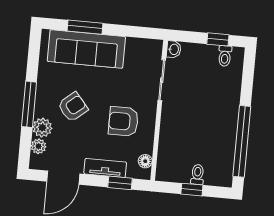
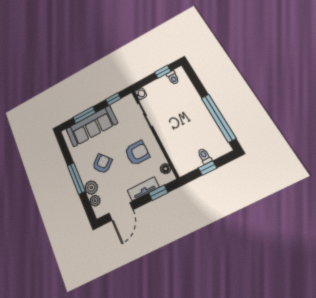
window: (135, 32) -> (113, 99), added
armchair: (123, 121) -> (137, 153), turned 180

